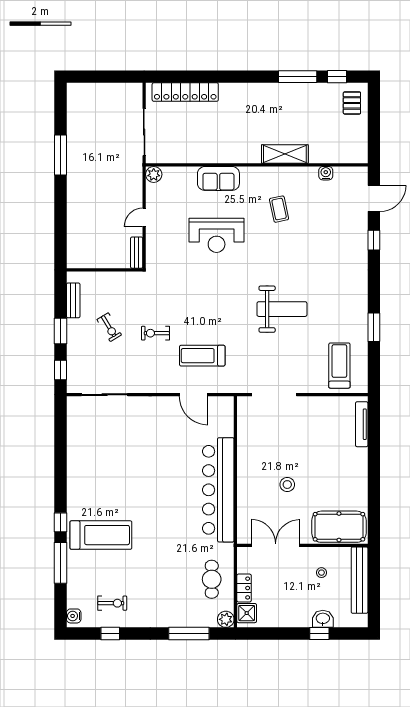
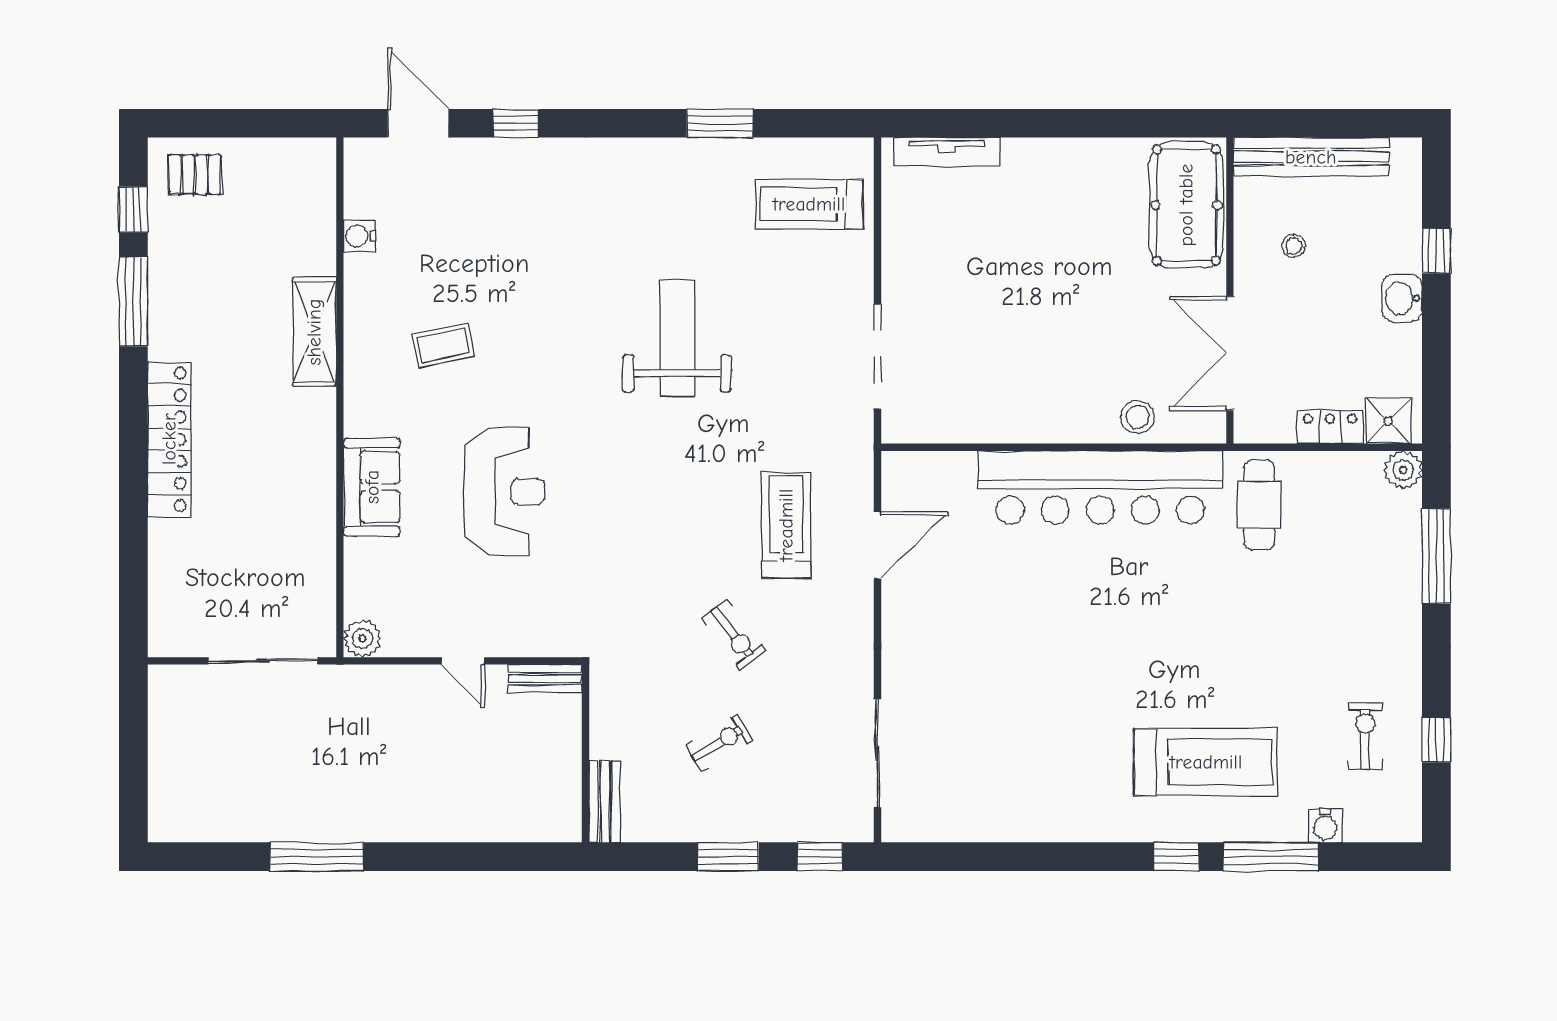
locker: (185, 92) -> (169, 439), moved
bench: (73, 300) -> (605, 802), moved, turned 90
exercise bike: (155, 333) -> (734, 634), turned -37
treadmill: (202, 356) -> (786, 525), turned 180
stool: (287, 485) -> (1137, 417), moved
treadmill: (101, 535) -> (1206, 762), turned 90
cafe table: (212, 579) -> (1259, 505), moved, turned 90
water cooler: (74, 616) -> (1325, 826), moved
washbasin: (323, 619) -> (1402, 298), moved

